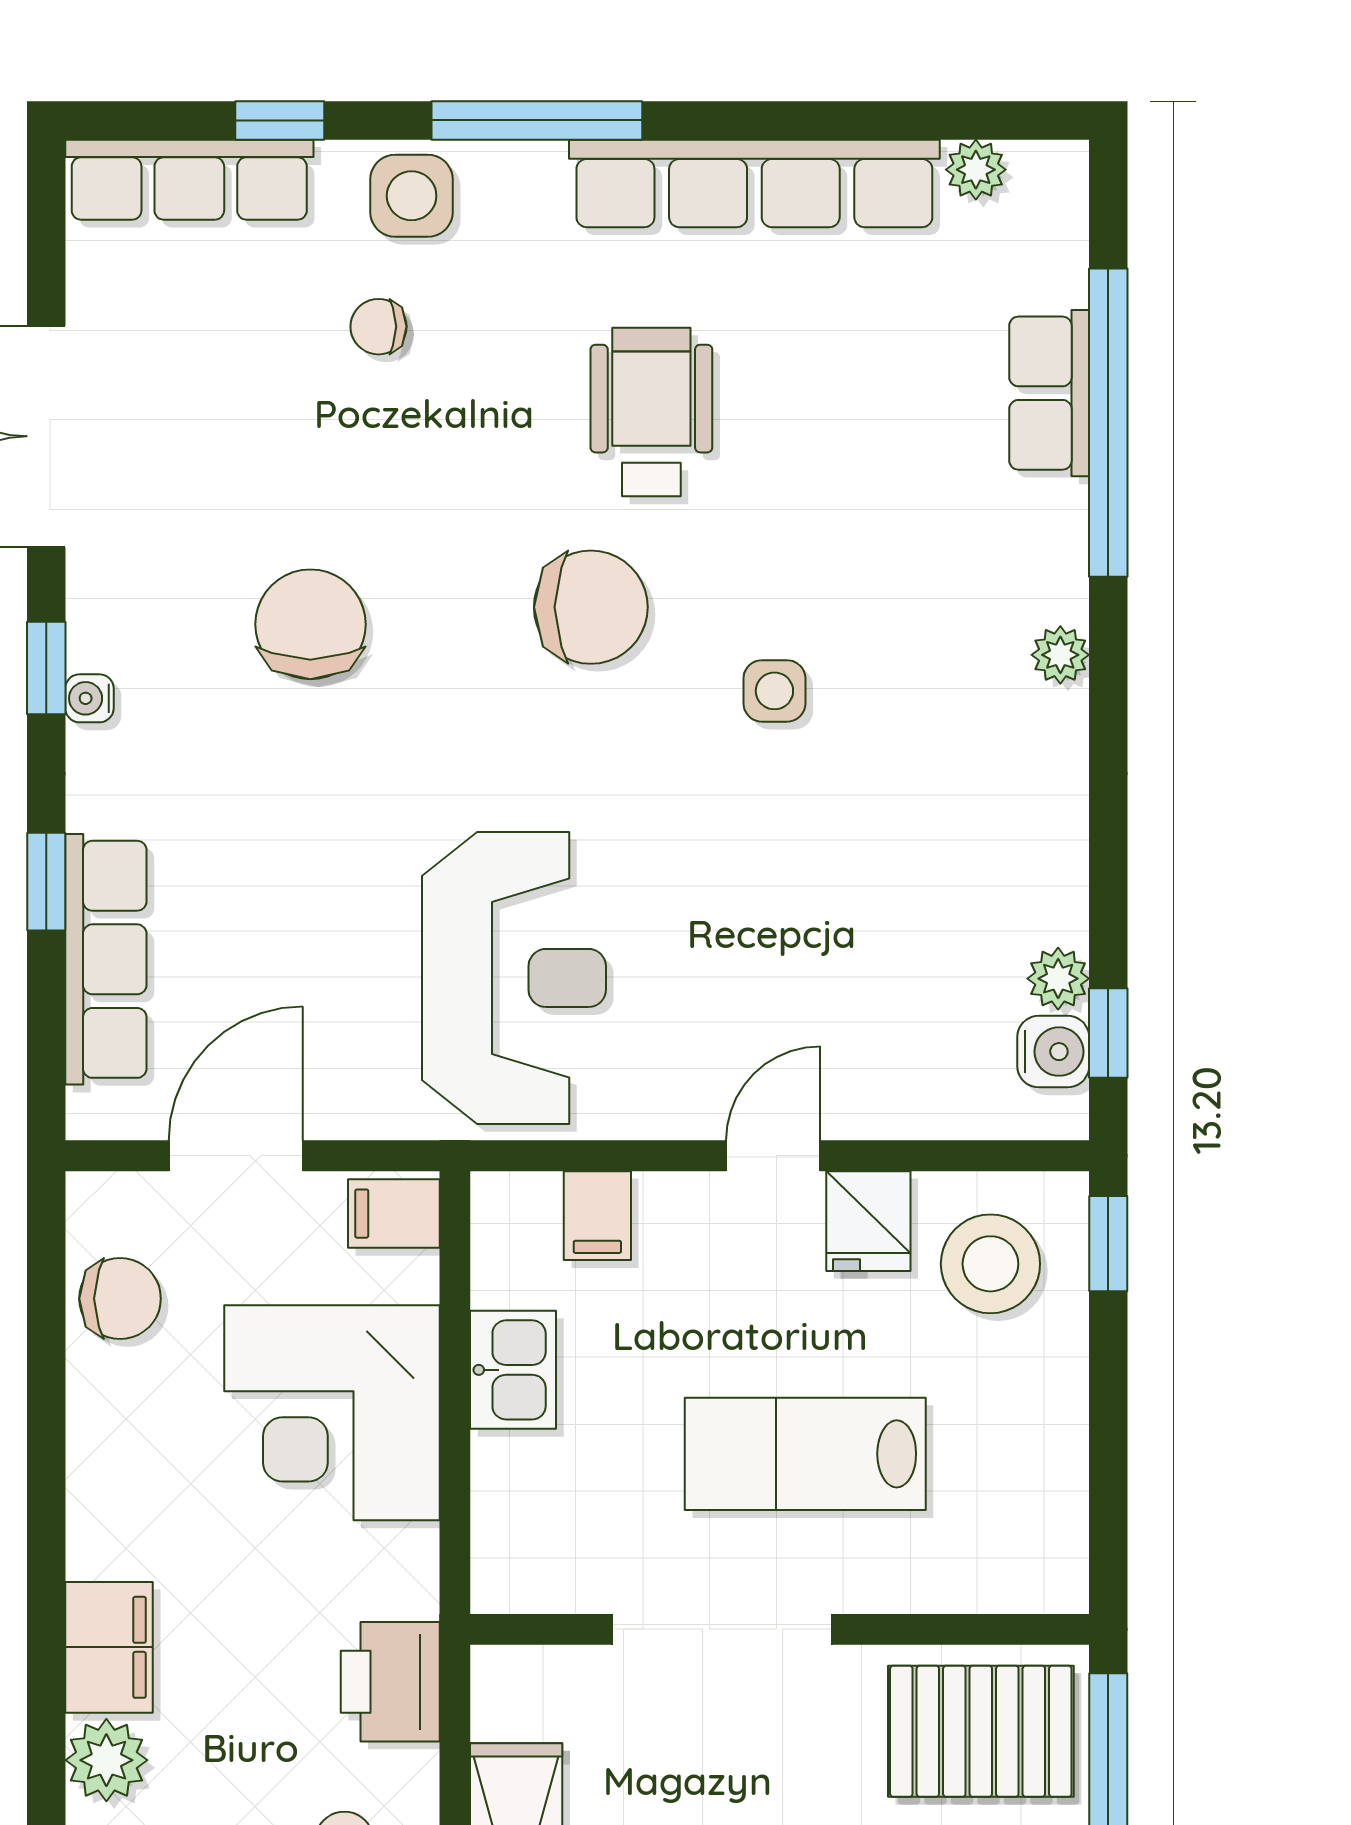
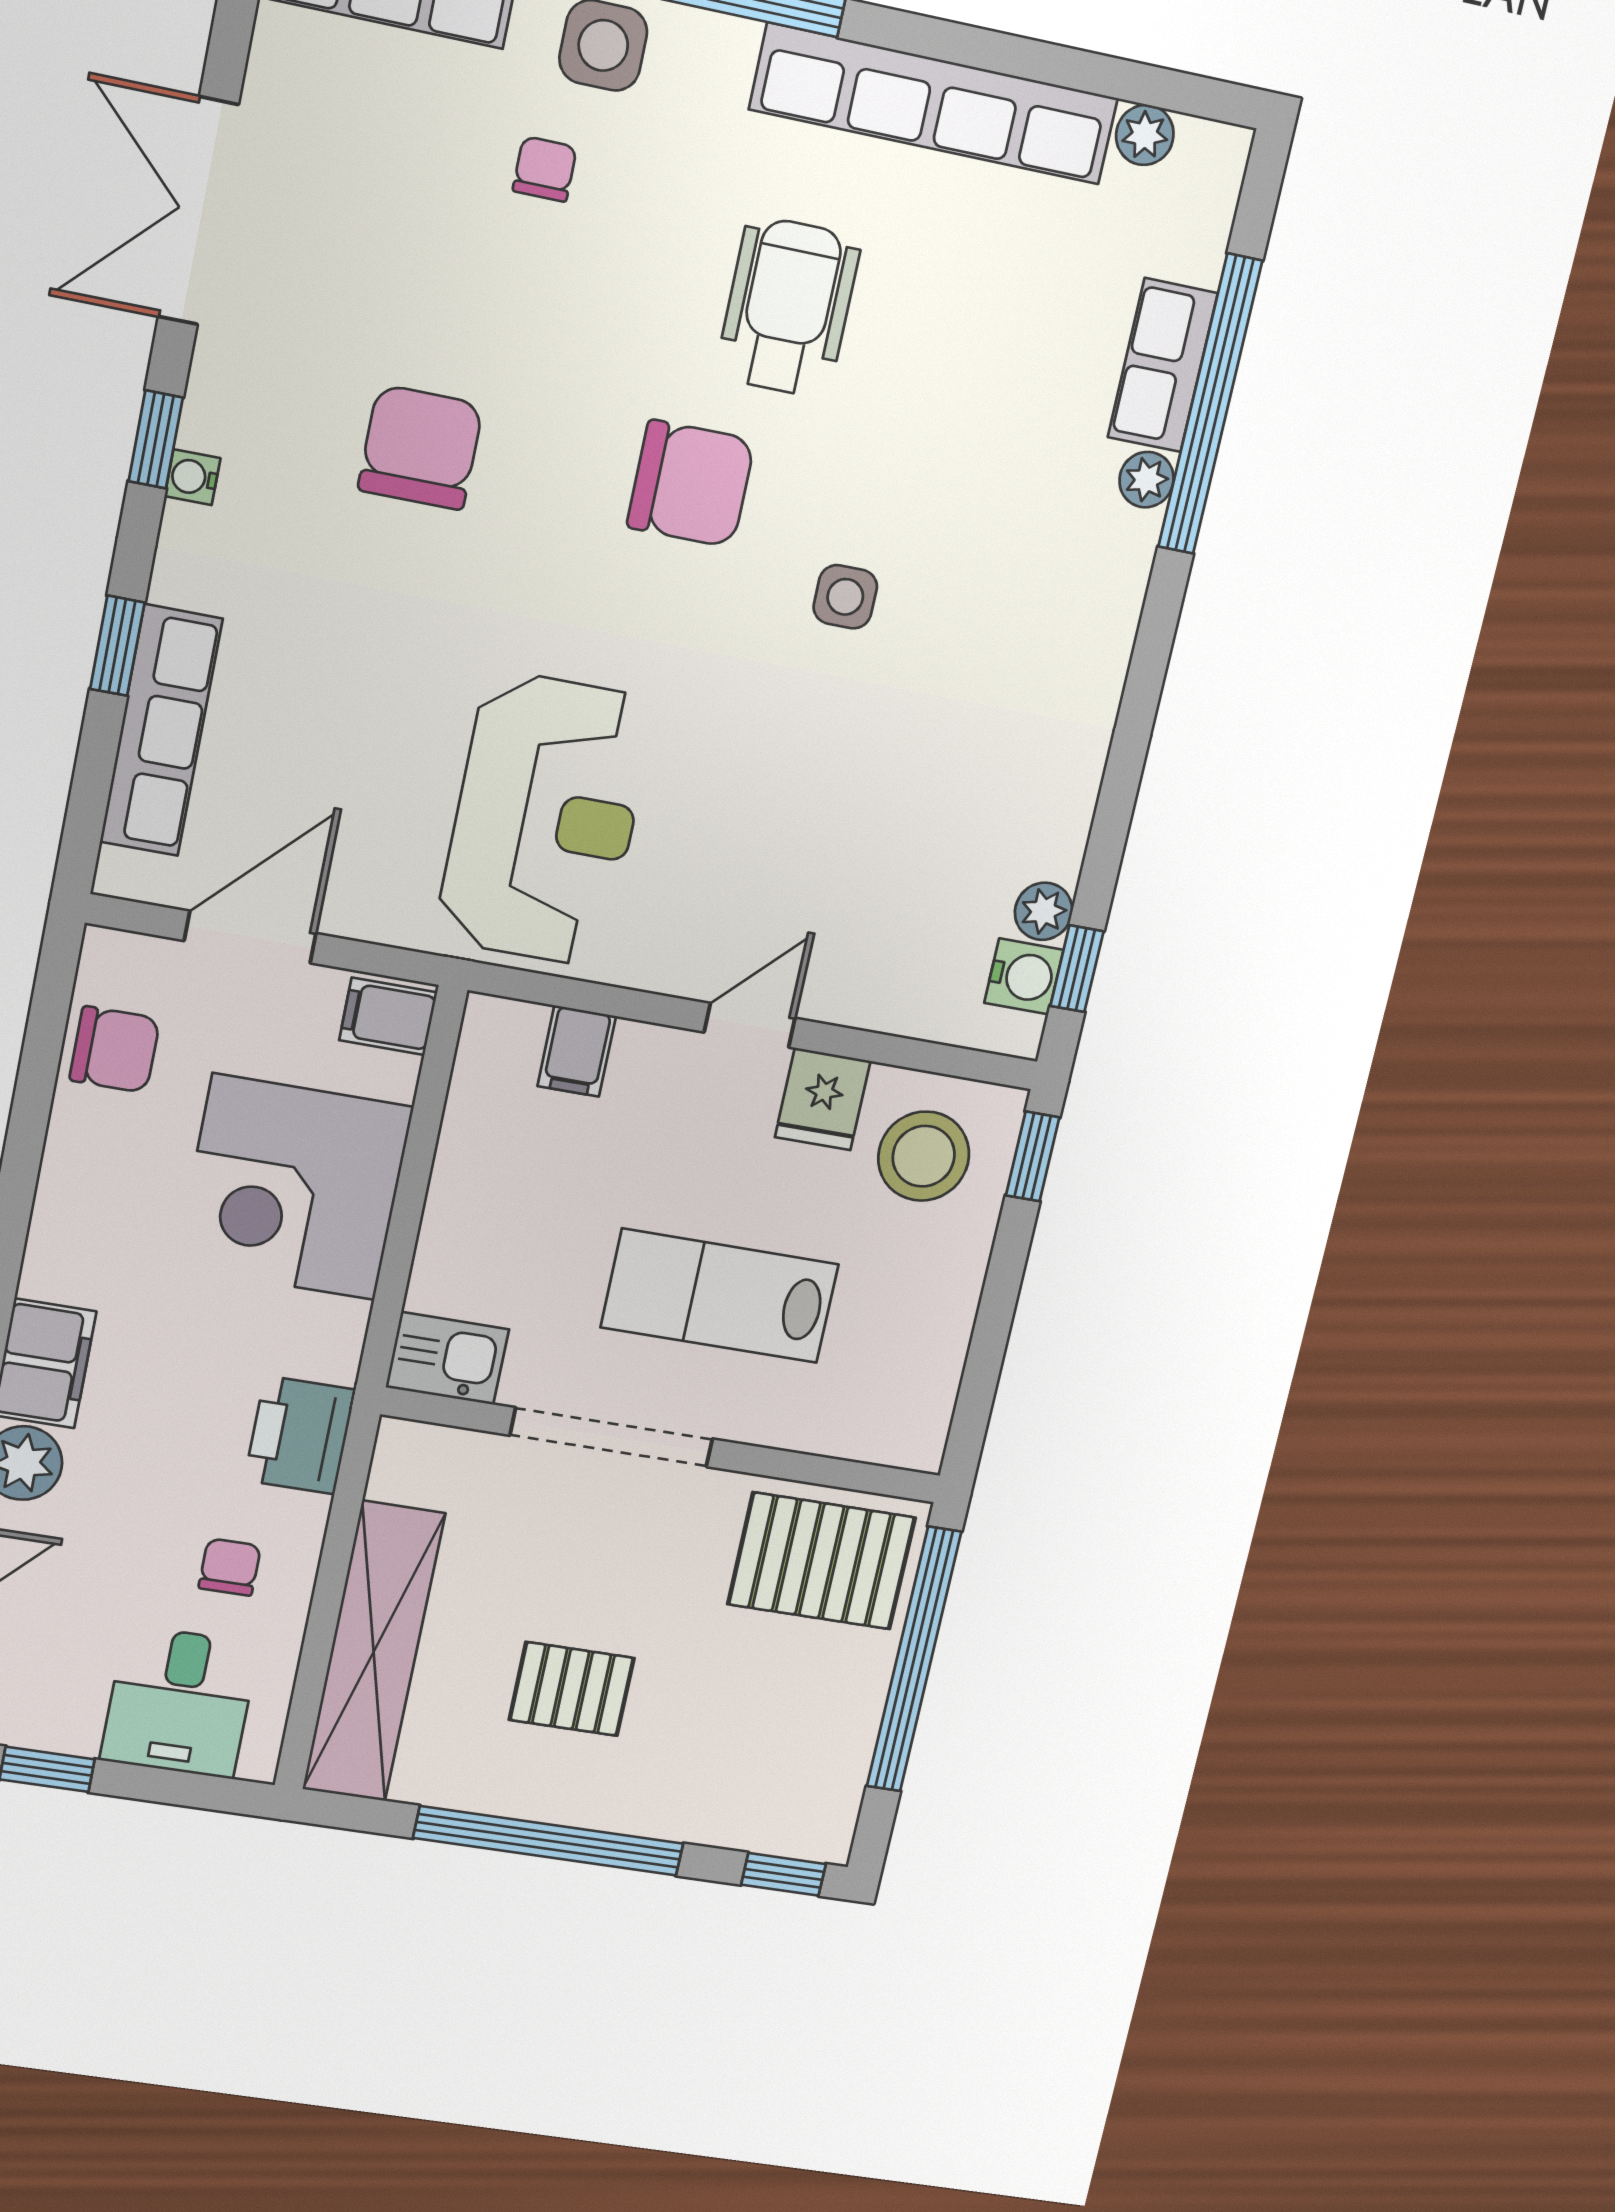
chair: (378, 327) -> (545, 169), turned 90
plant: (1060, 655) -> (1147, 480), moved
kitchen sink: (513, 1370) -> (447, 1358), moved, turned -90

